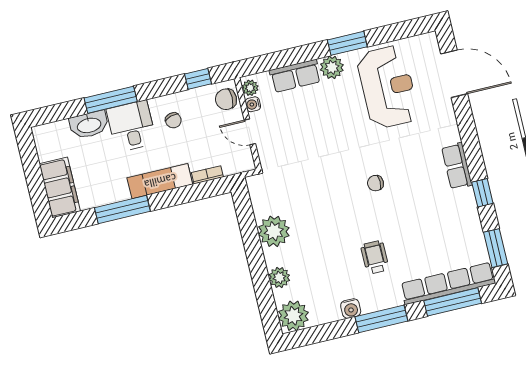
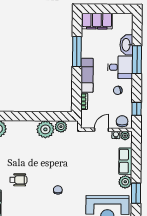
plant: (279, 277) -> (61, 127), moved

